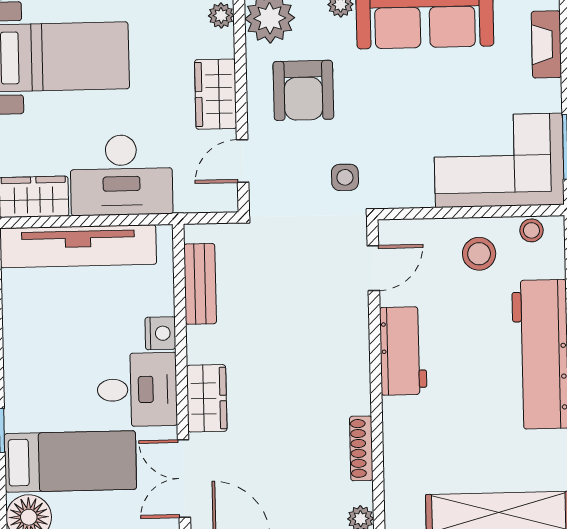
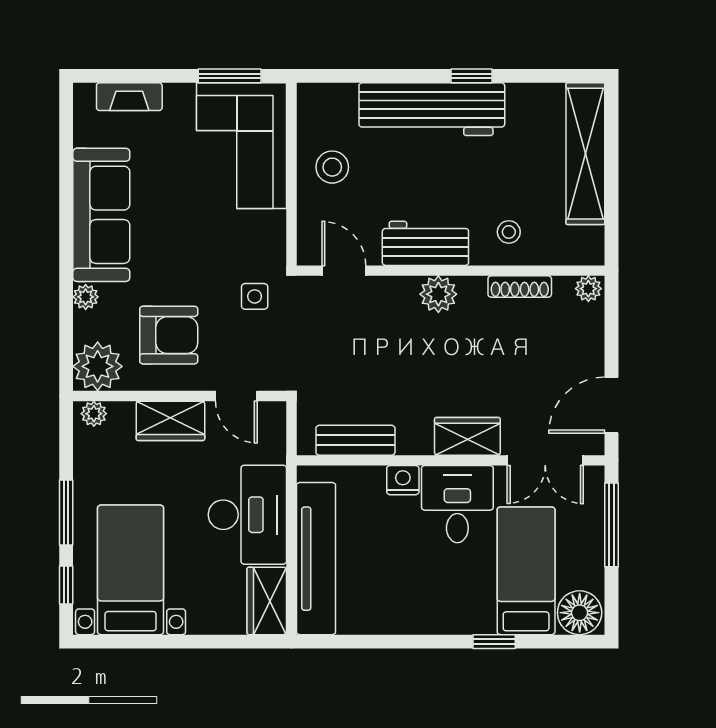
stool: (531, 230) -> (509, 232), moved
plant: (351, 365) -> (438, 294), added

